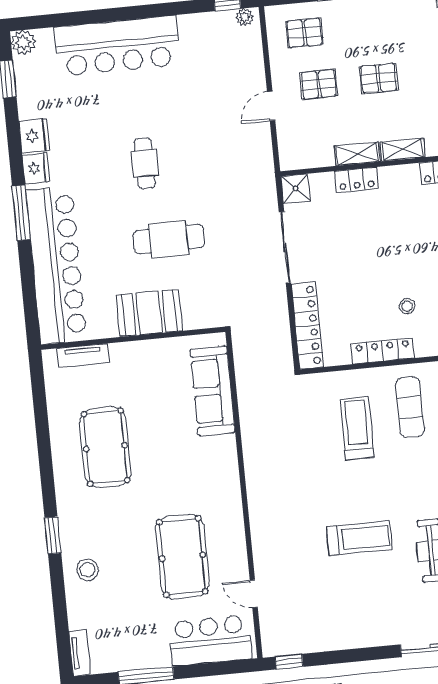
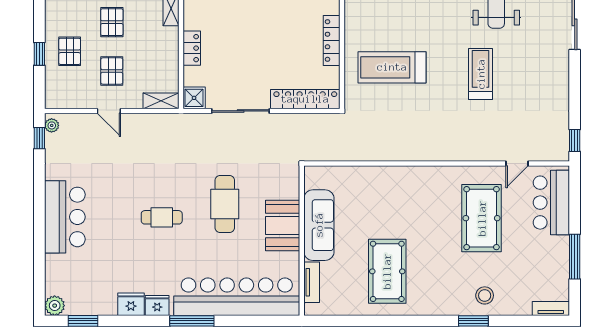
pallet: (304, 33) -> (70, 51), moved
bar counter: (117, 46) -> (65, 217), width x0.73
door: (271, 106) -> (109, 111), moved
shelving: (357, 154) -> (161, 101), moved, turned 90
stool: (407, 306) -> (298, 17), removed
sofa: (213, 391) -> (319, 225), moved, turned -90
exercise mat: (410, 407) -> (379, 23), removed
treadmill: (357, 428) -> (392, 67), width x1.37, depth x1.38
pool table: (105, 447) -> (387, 271), turned 90
window: (53, 535) -> (473, 321), moved
pool table: (182, 557) -> (482, 218), turned 90

